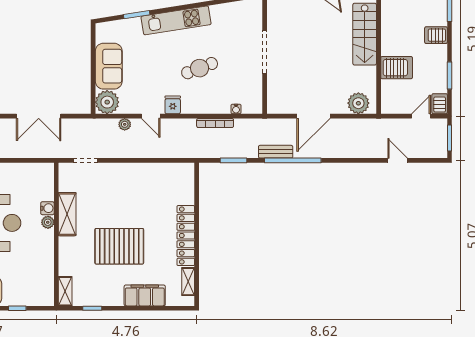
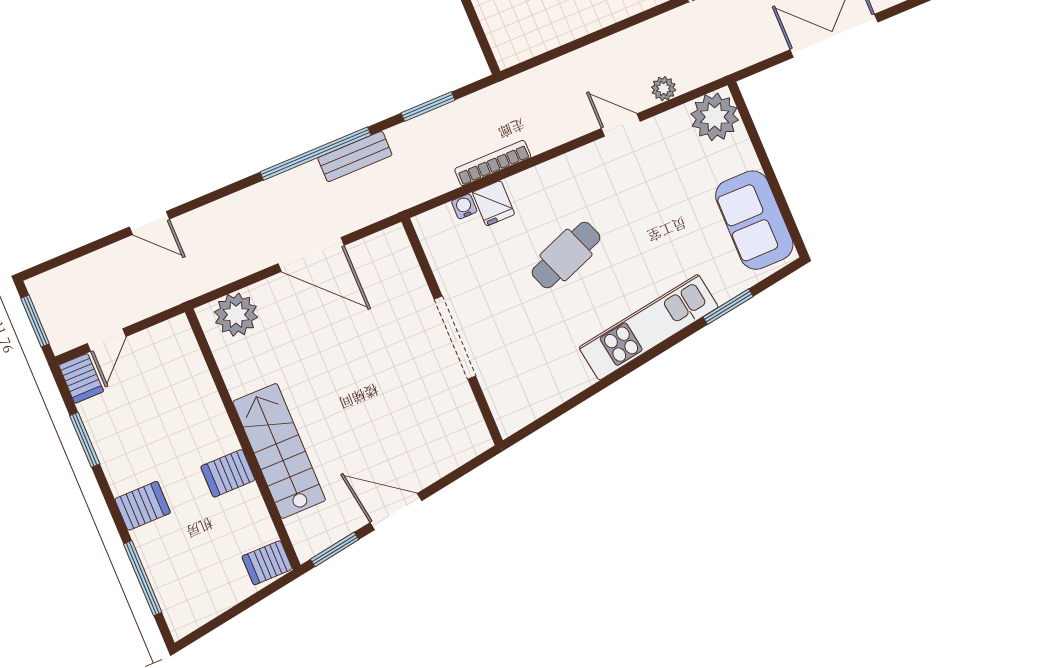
sofa: (109, 66) -> (754, 220), moved
server rack: (397, 68) -> (228, 473), moved, width x0.73, depth x0.70
fridge: (173, 105) -> (493, 203), moved
door: (314, 116) -> (311, 254), swing flipped
door: (398, 160) -> (149, 223), moved

